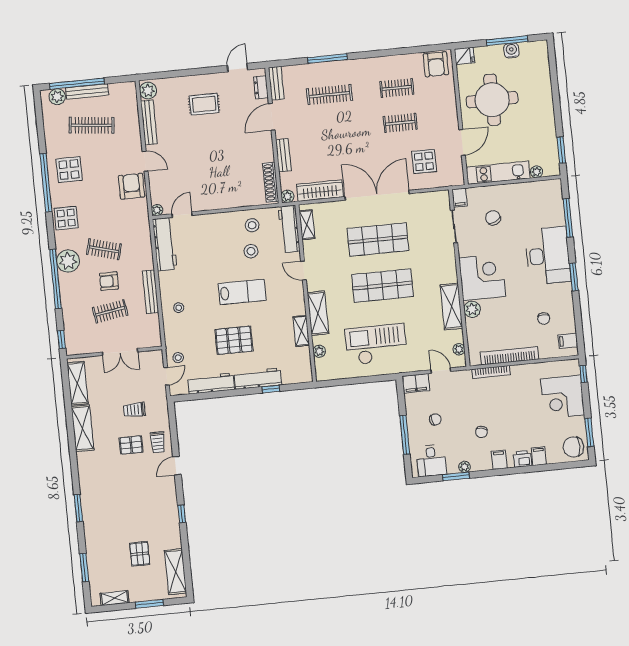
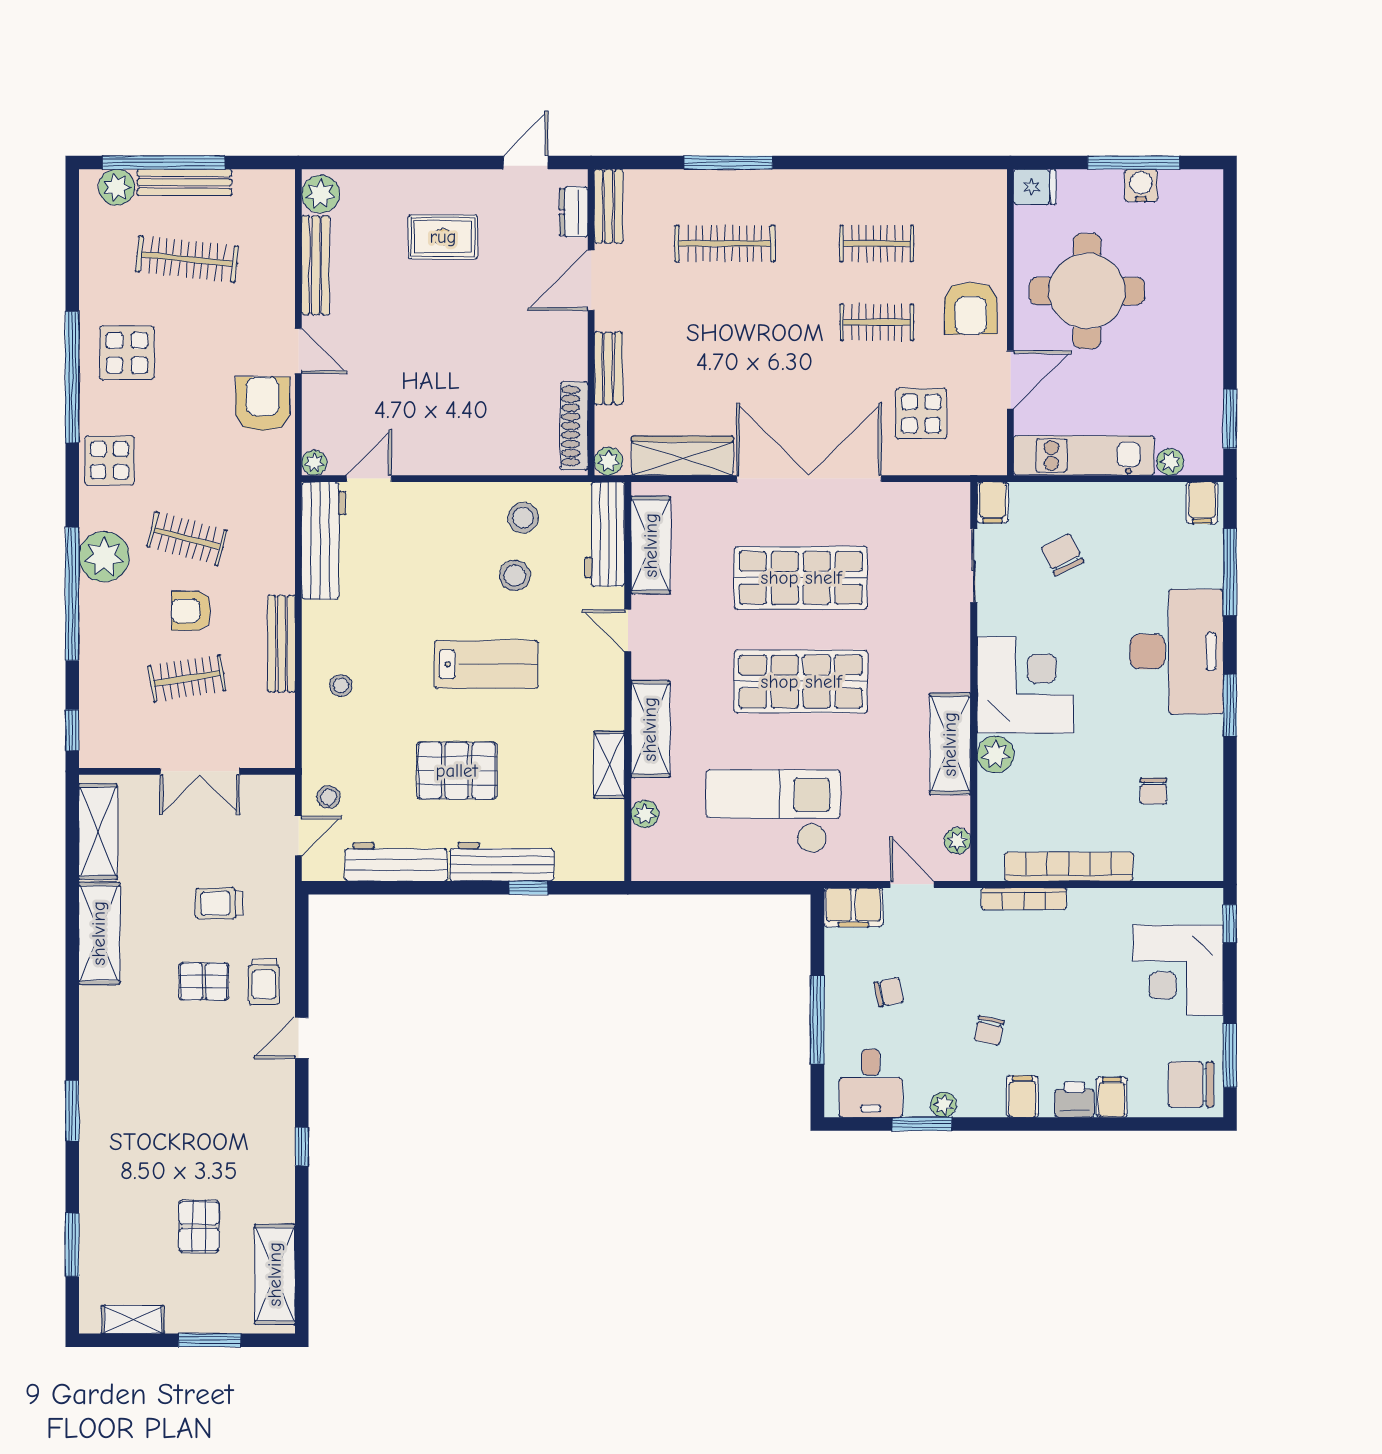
armchair: (436, 64) -> (971, 308), moved
shelving: (307, 225) -> (651, 545), width x1.50, depth x1.33
filing cabinet: (568, 341) -> (1202, 503), moved, turned -90

